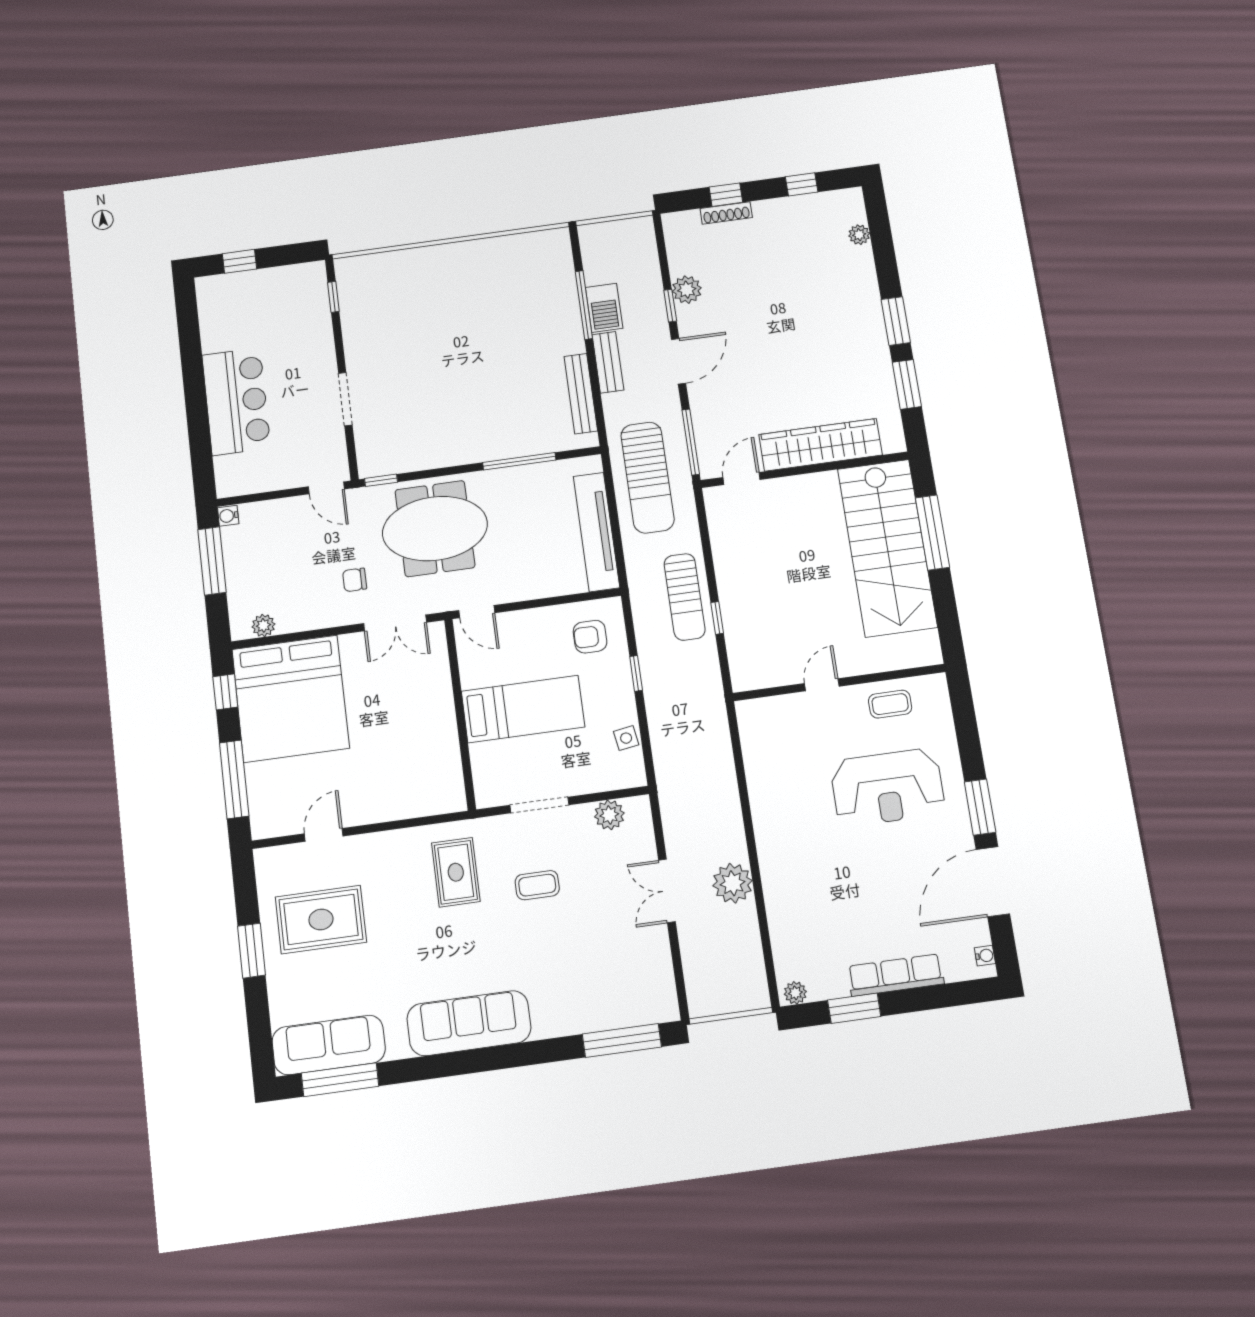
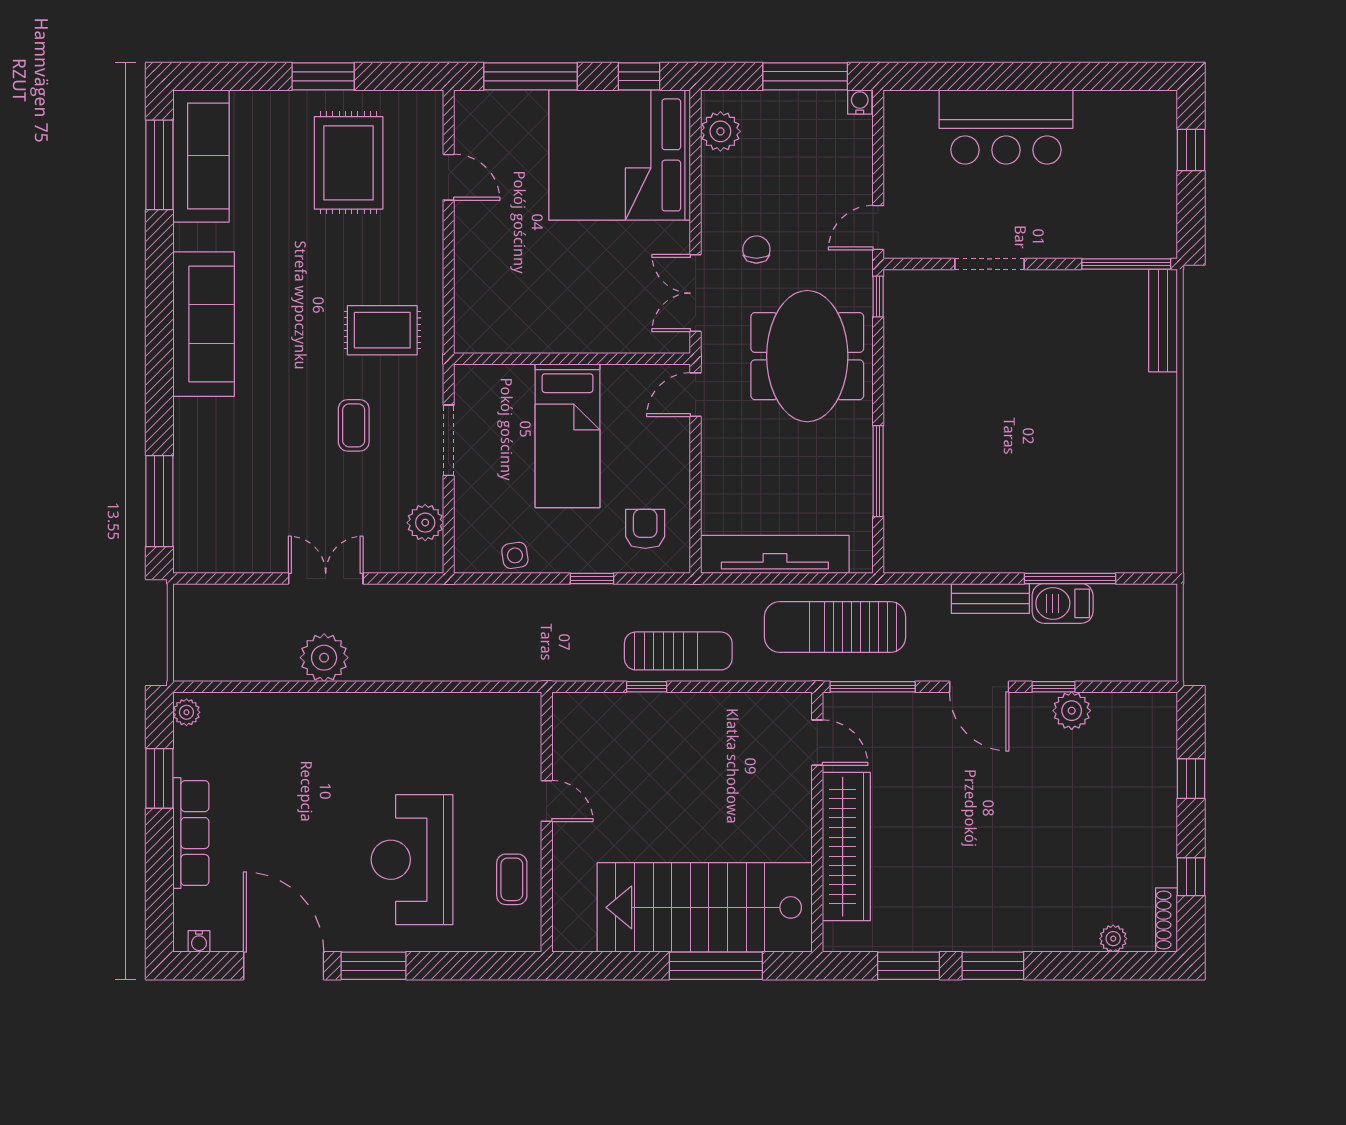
shoe rack: (726, 213) -> (1167, 920), moved
window: (333, 297) -> (1126, 264), width x2.17
bench: (581, 394) -> (1163, 321), moved, turned 90
sun lounger: (685, 597) -> (678, 651), turned 180
plant: (263, 625) -> (720, 131), width x1.38, depth x1.38

